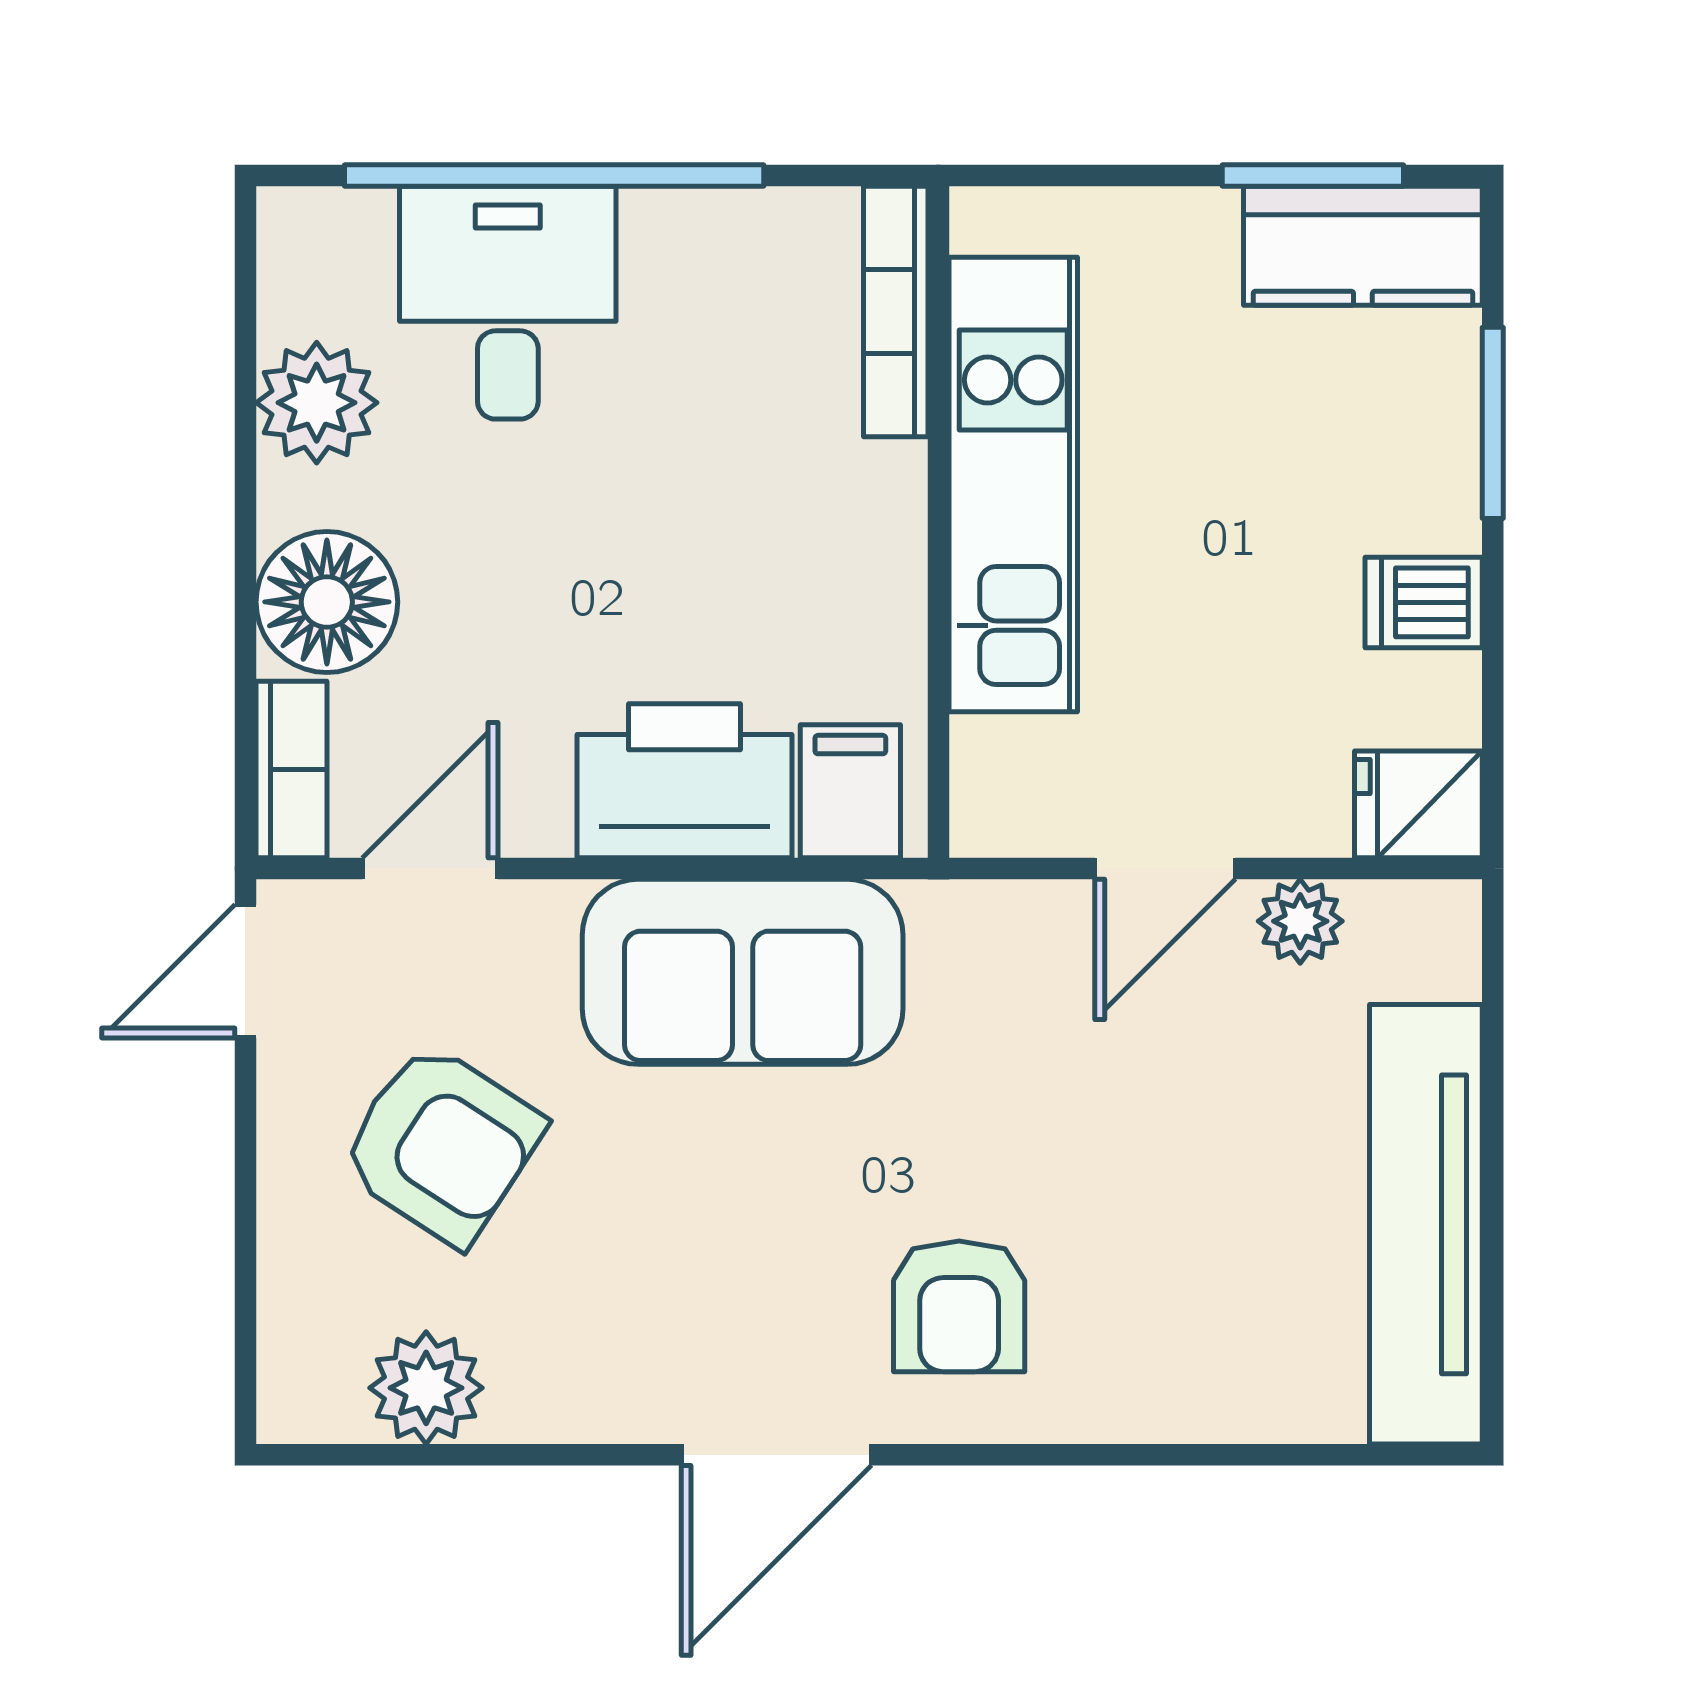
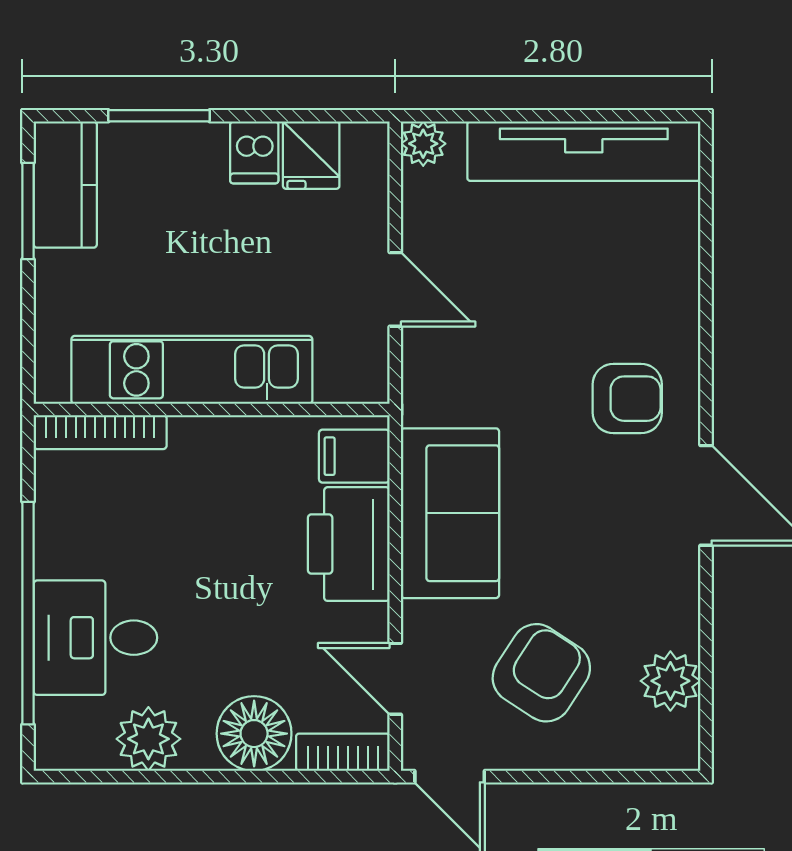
fridge: (1418, 804) -> (311, 155), moved
plant: (1300, 921) -> (423, 144), moved

